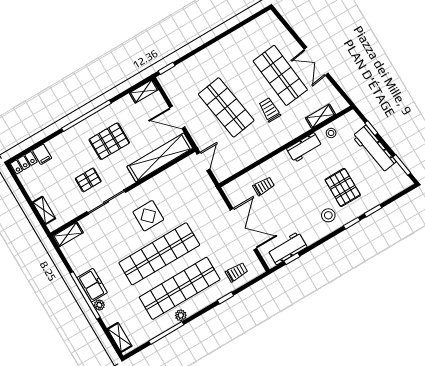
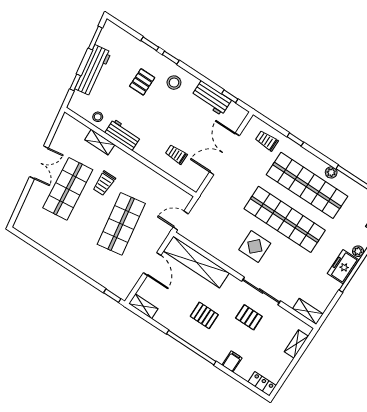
shelving: (320, 116) -> (100, 142), moved
pallet: (109, 141) -> (204, 315), width x0.67, depth x0.71
filing cabinet: (42, 154) -> (232, 361), moved
pallet: (343, 187) -> (142, 82), width x0.67, depth x0.71
workbench: (287, 248) -> (211, 98), moved

